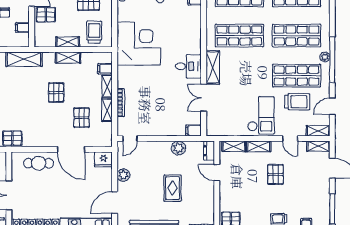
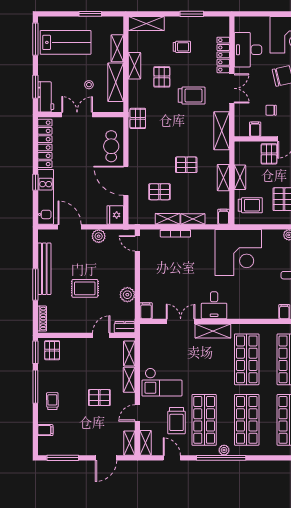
filing cabinet: (105, 69) -> (224, 217), moved
door: (71, 149) -> (126, 181), hinge flipped

